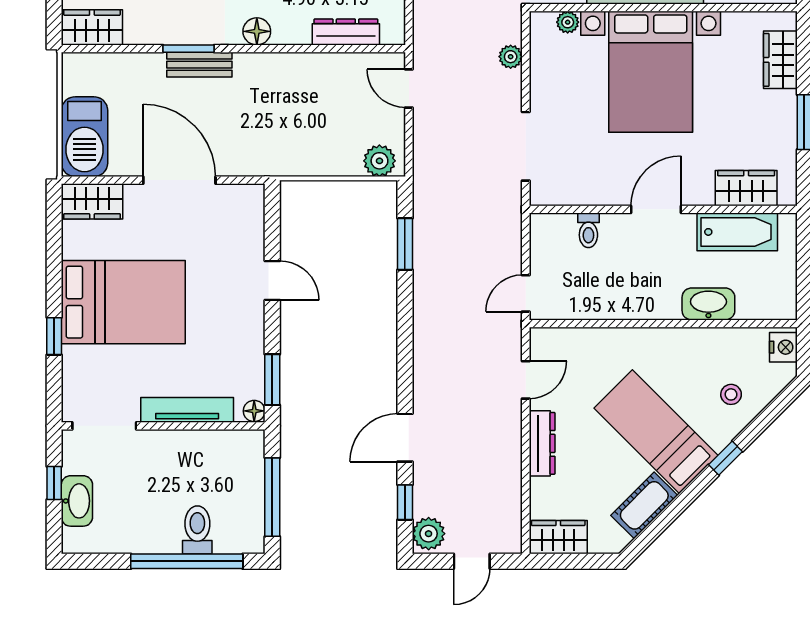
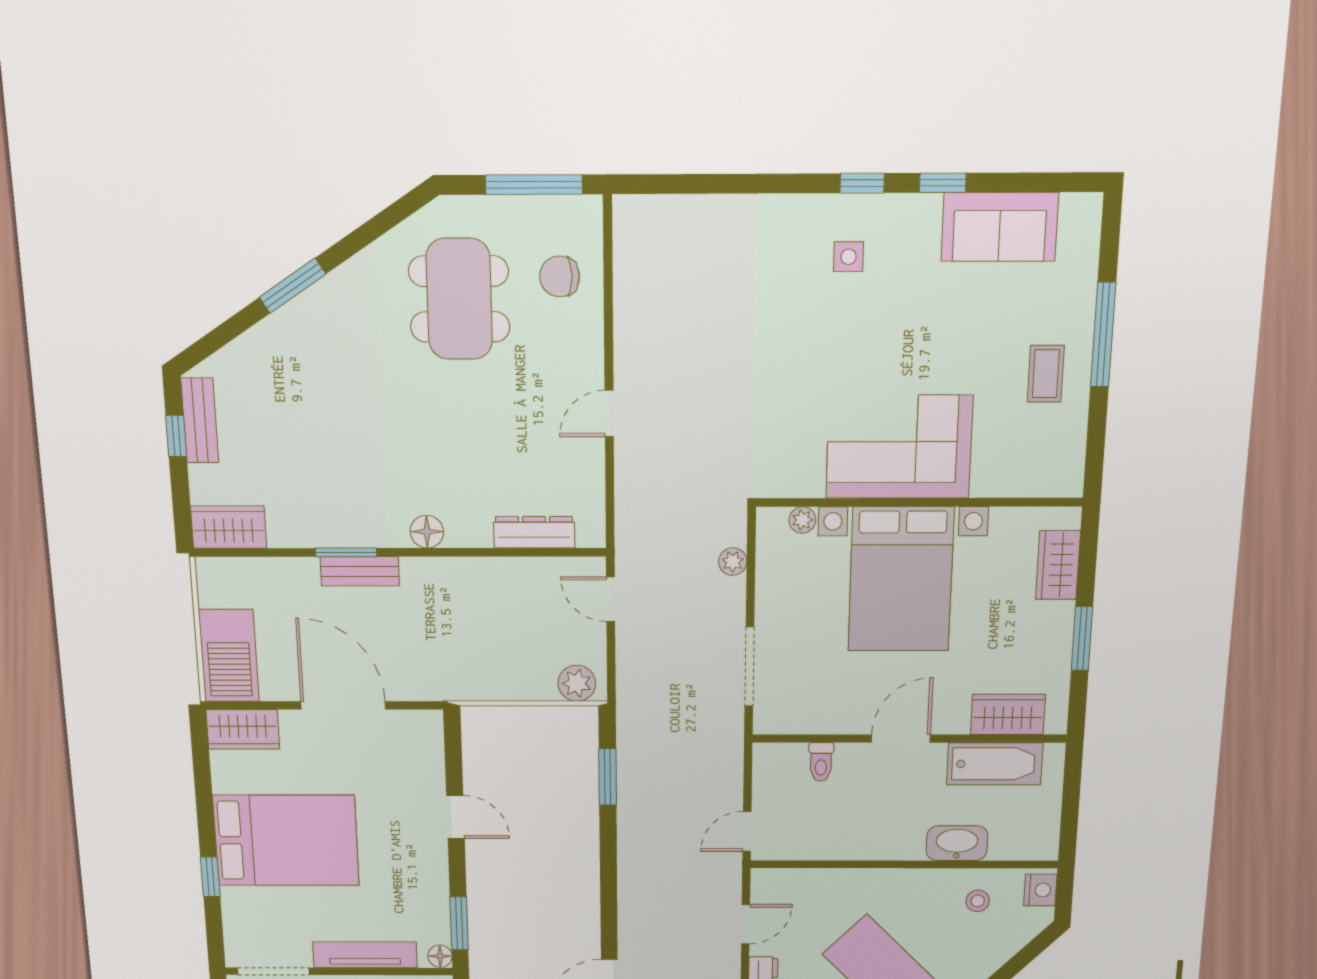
stool: (731, 394) -> (978, 901), moved

